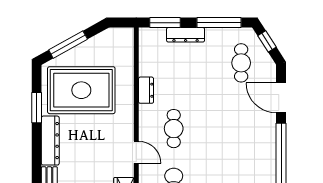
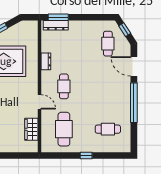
window: (219, 23) -> (93, 17), removed
dresser: (186, 35) -> (56, 25), moved

